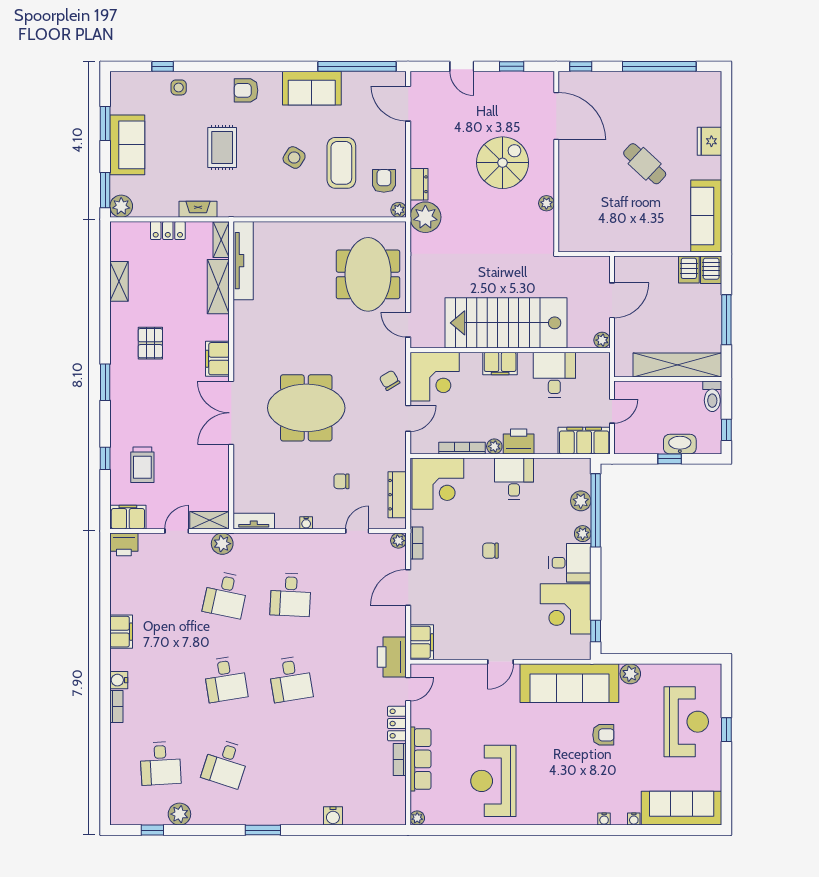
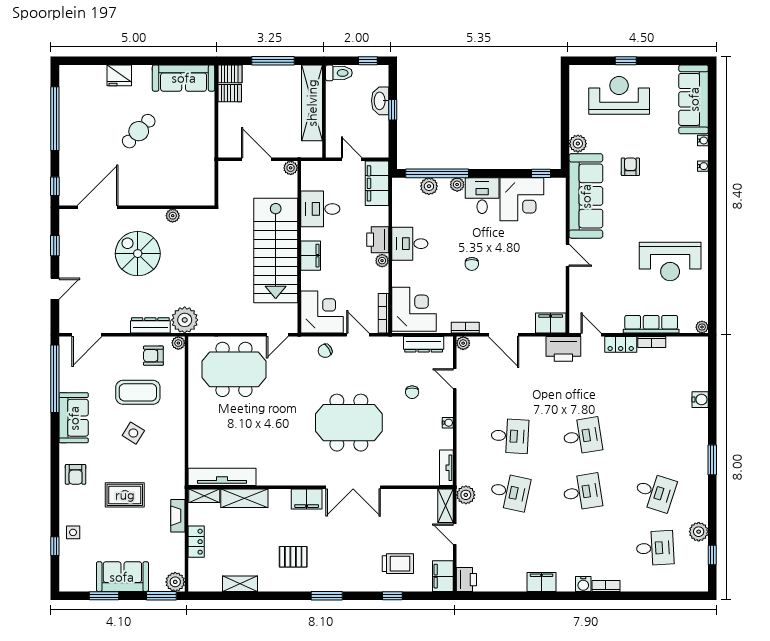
dresser: (419, 184) -> (150, 325), width x1.44
meeting table: (306, 408) -> (349, 423), turned 90
bookcase: (462, 448) -> (383, 313), moved

